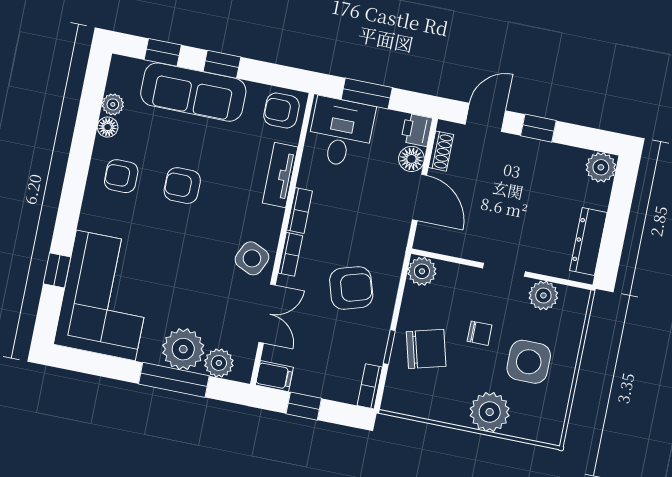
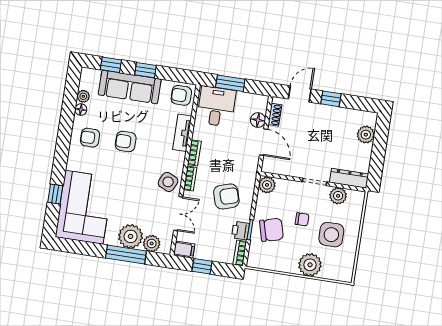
printer: (417, 130) -> (240, 231), moved
plant: (601, 167) -> (366, 135), moved
dresser: (588, 241) -> (349, 178), moved, turned 90

